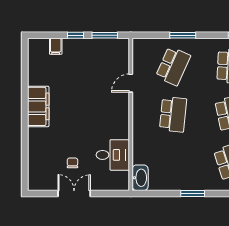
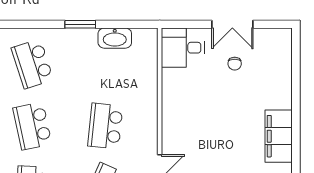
desk: (113, 155) -> (183, 48), moved
washbasin: (140, 178) -> (115, 38), moved, turned -90

